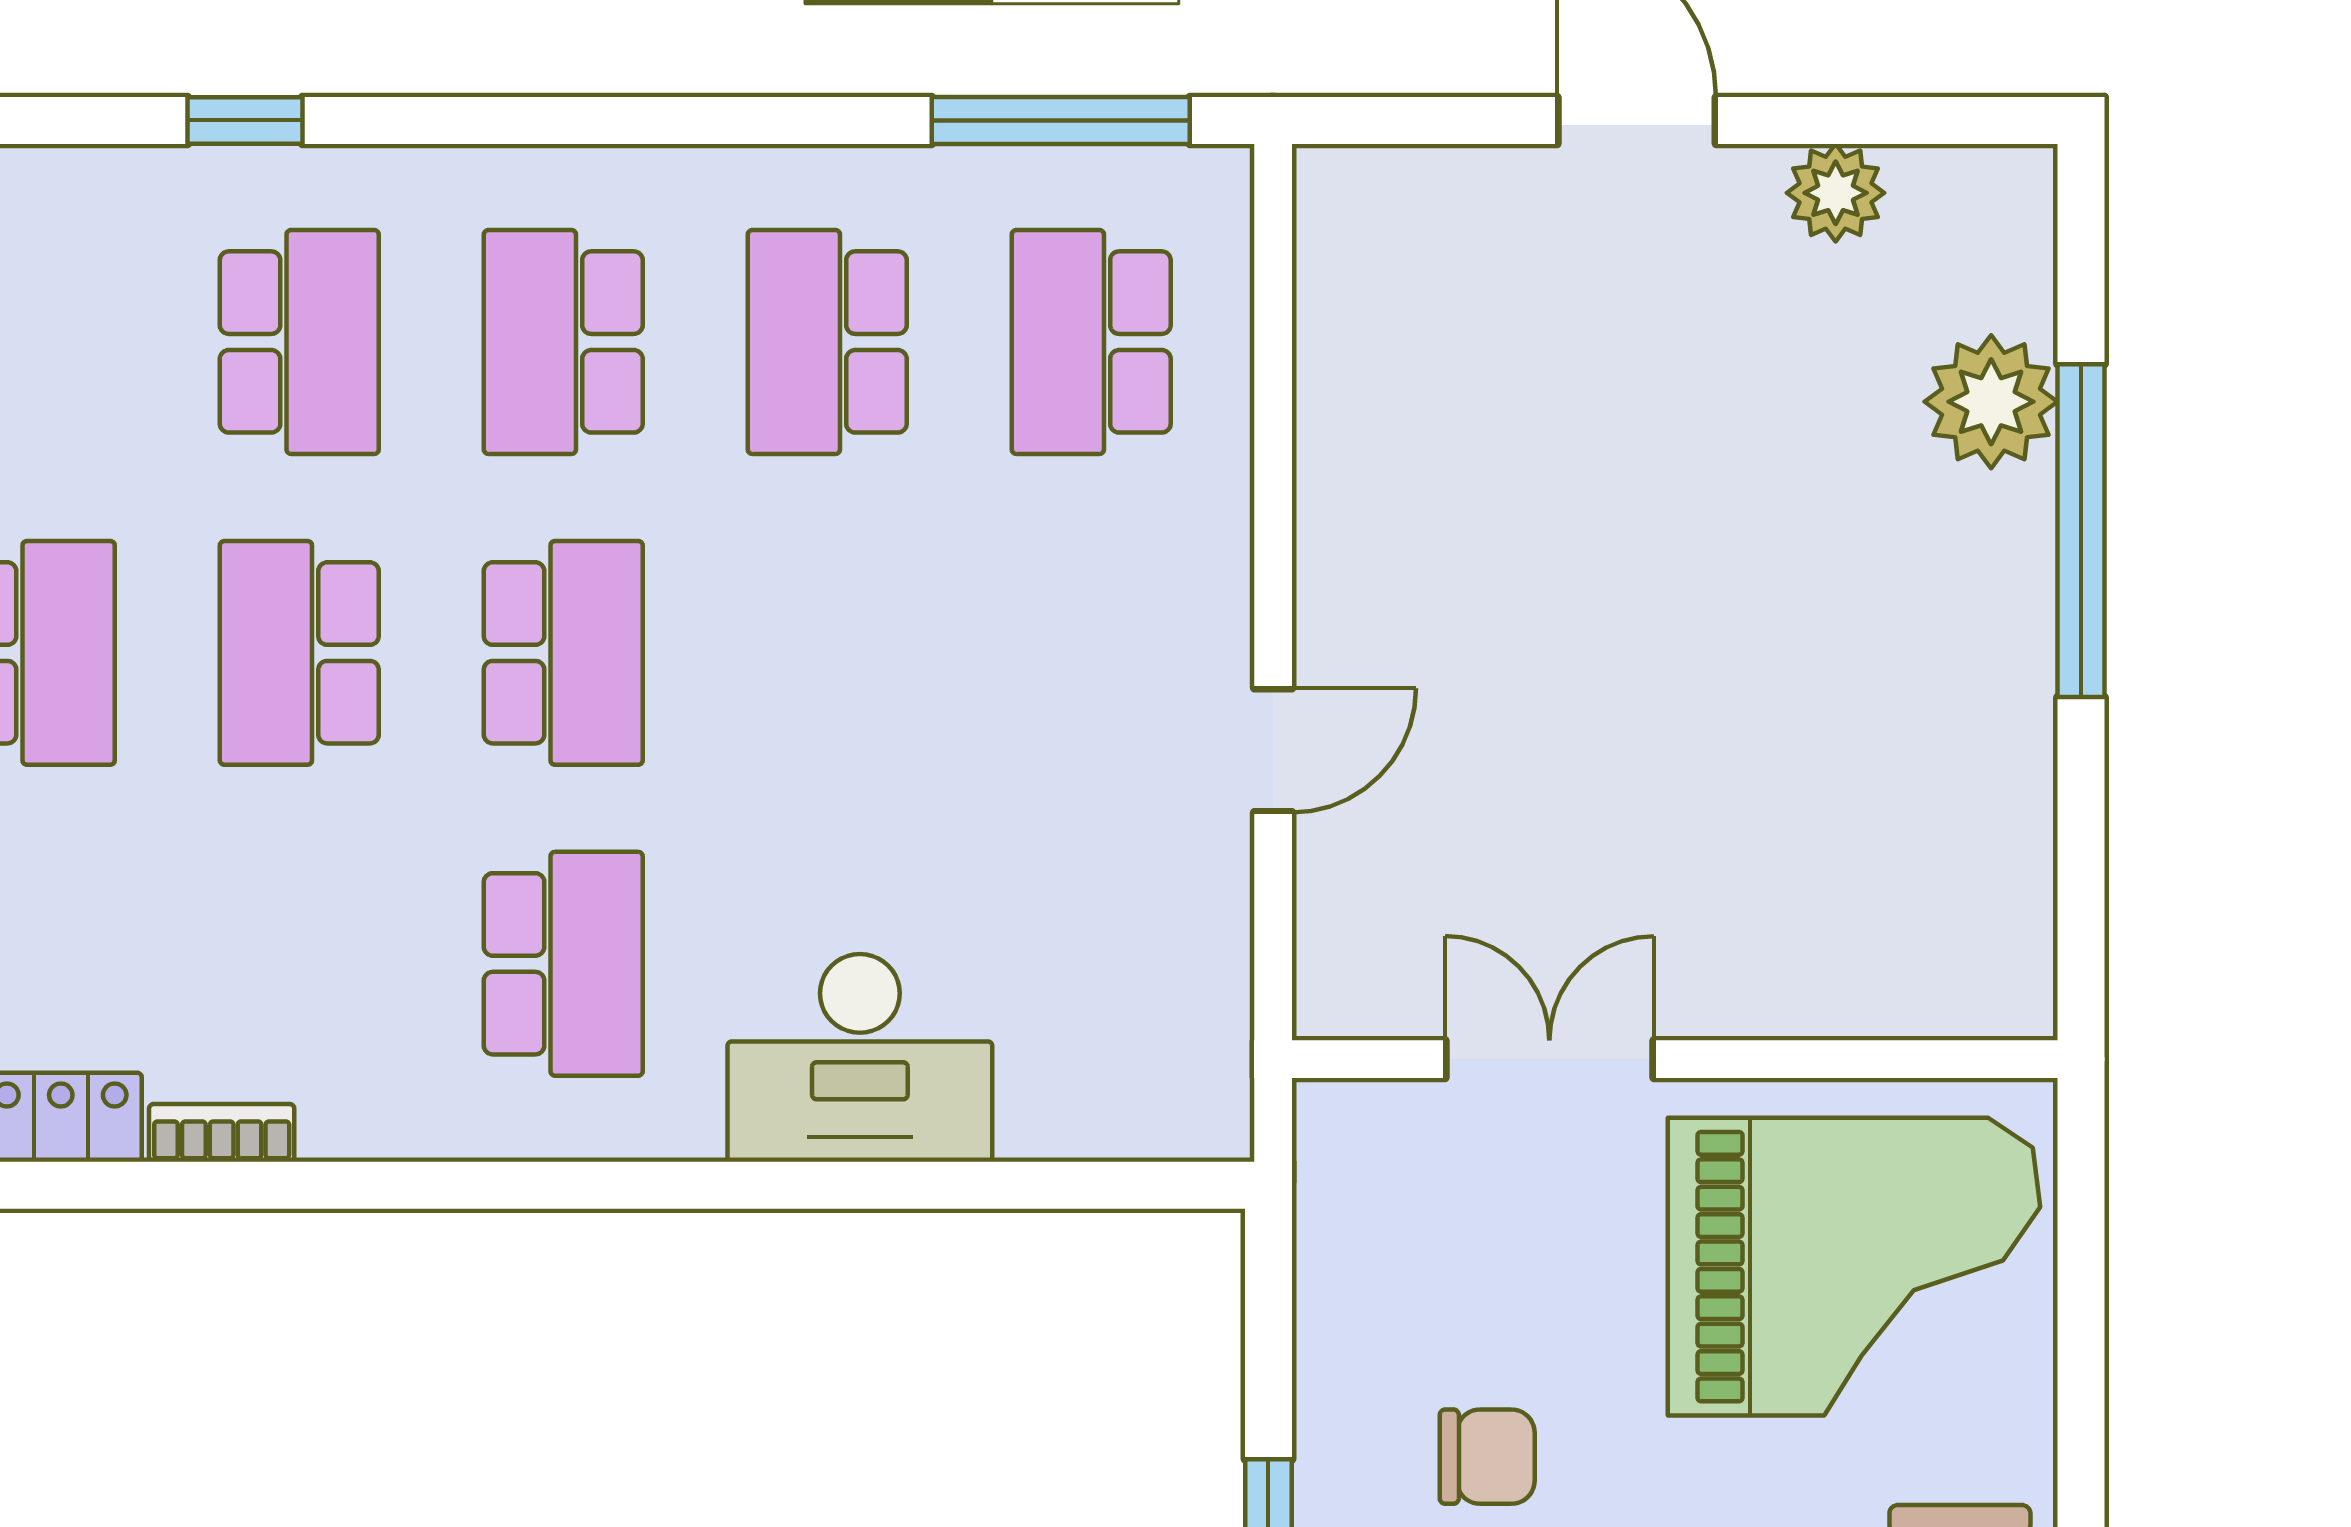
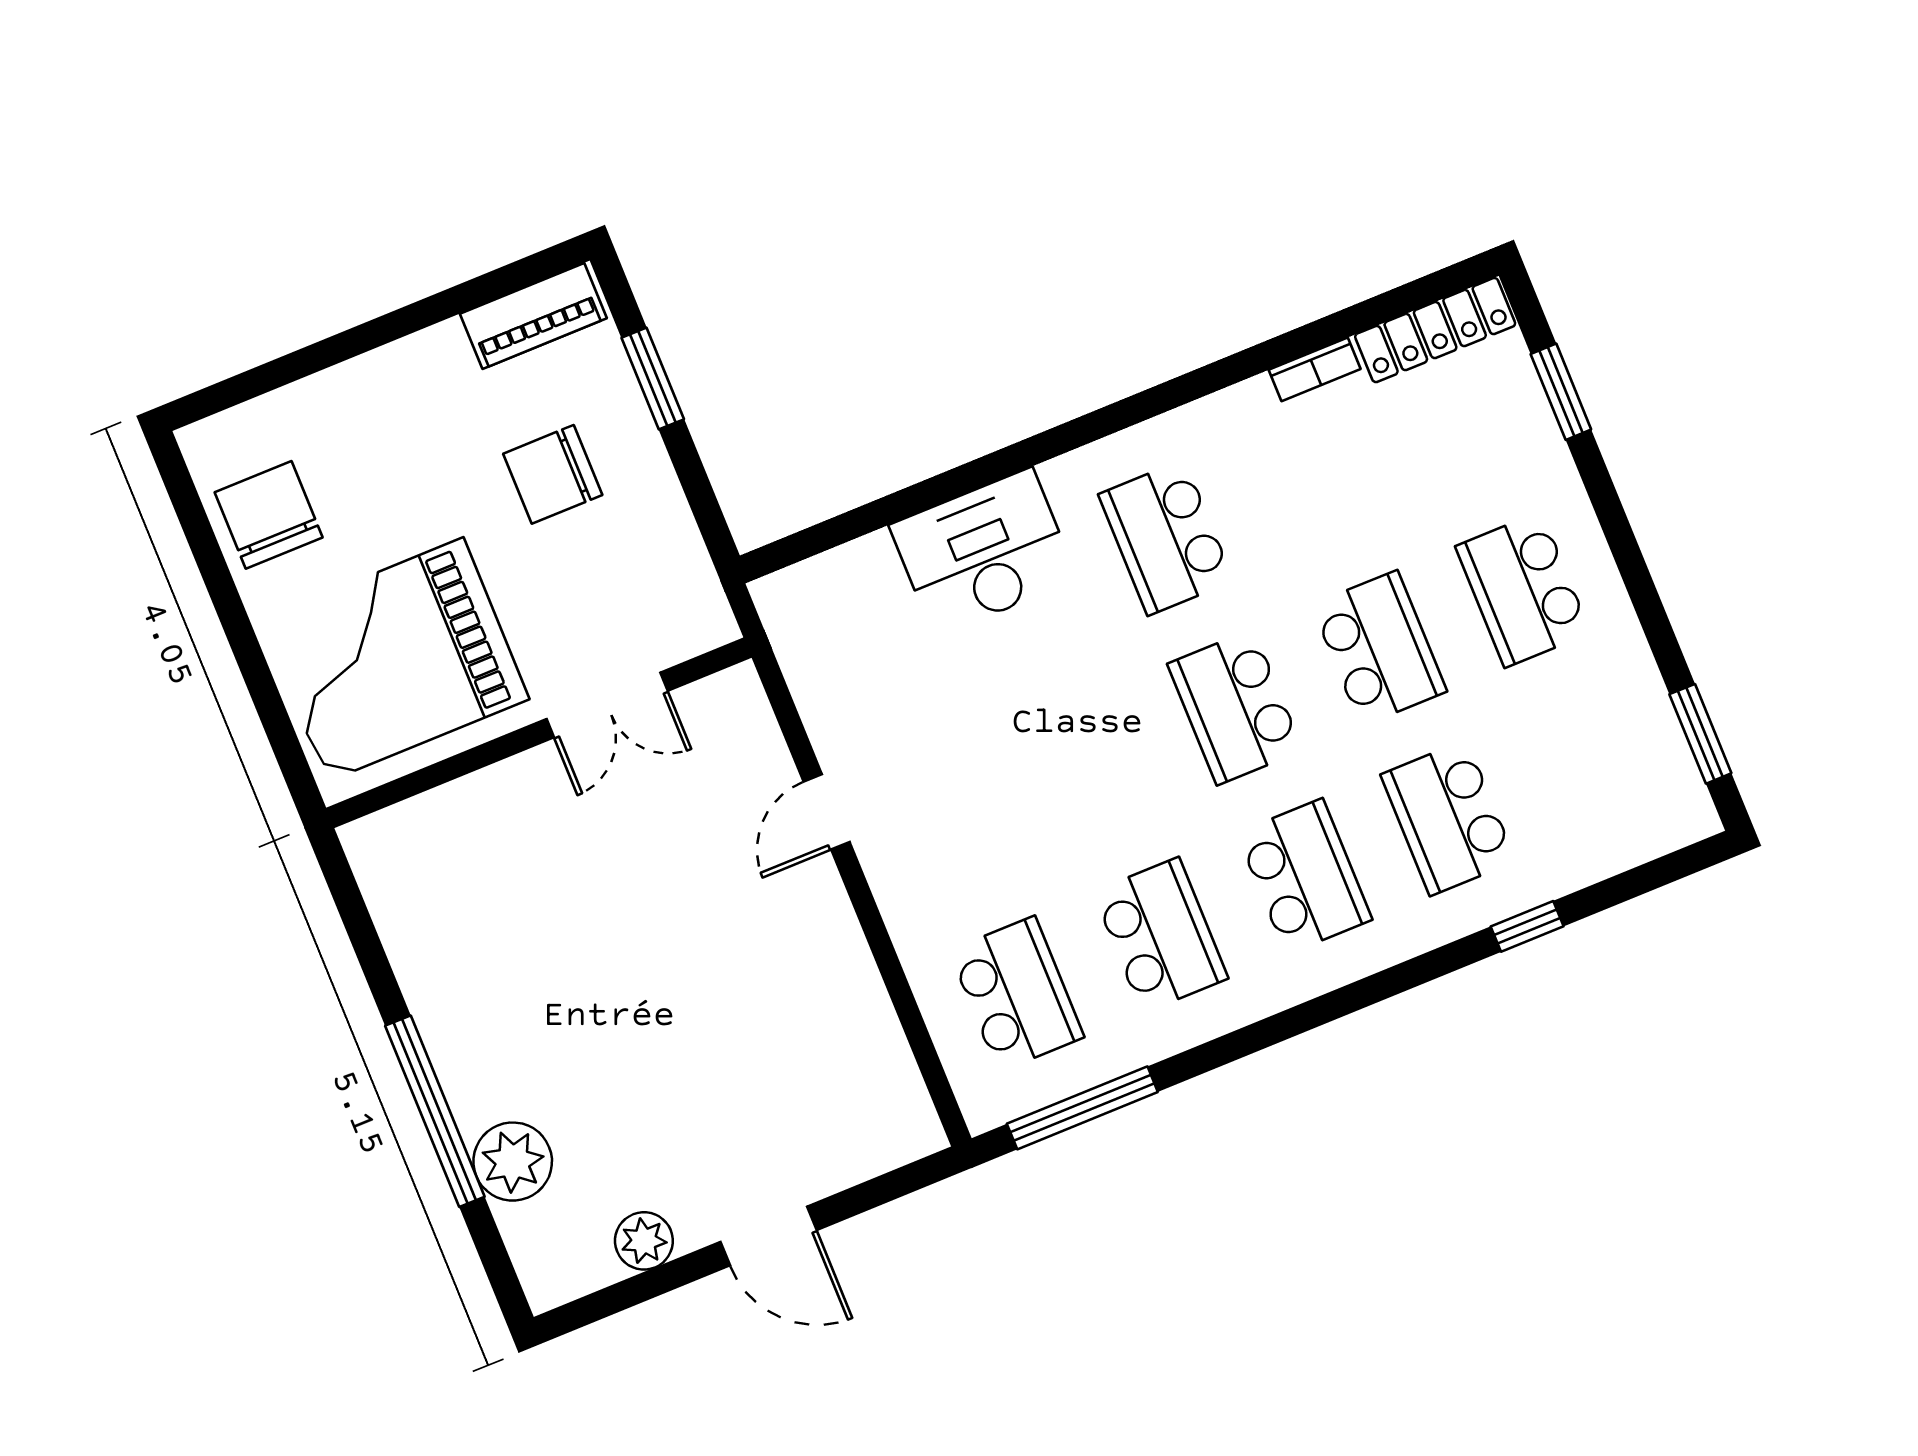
chair: (1487, 1457) -> (553, 474), width x1.37, depth x1.37

